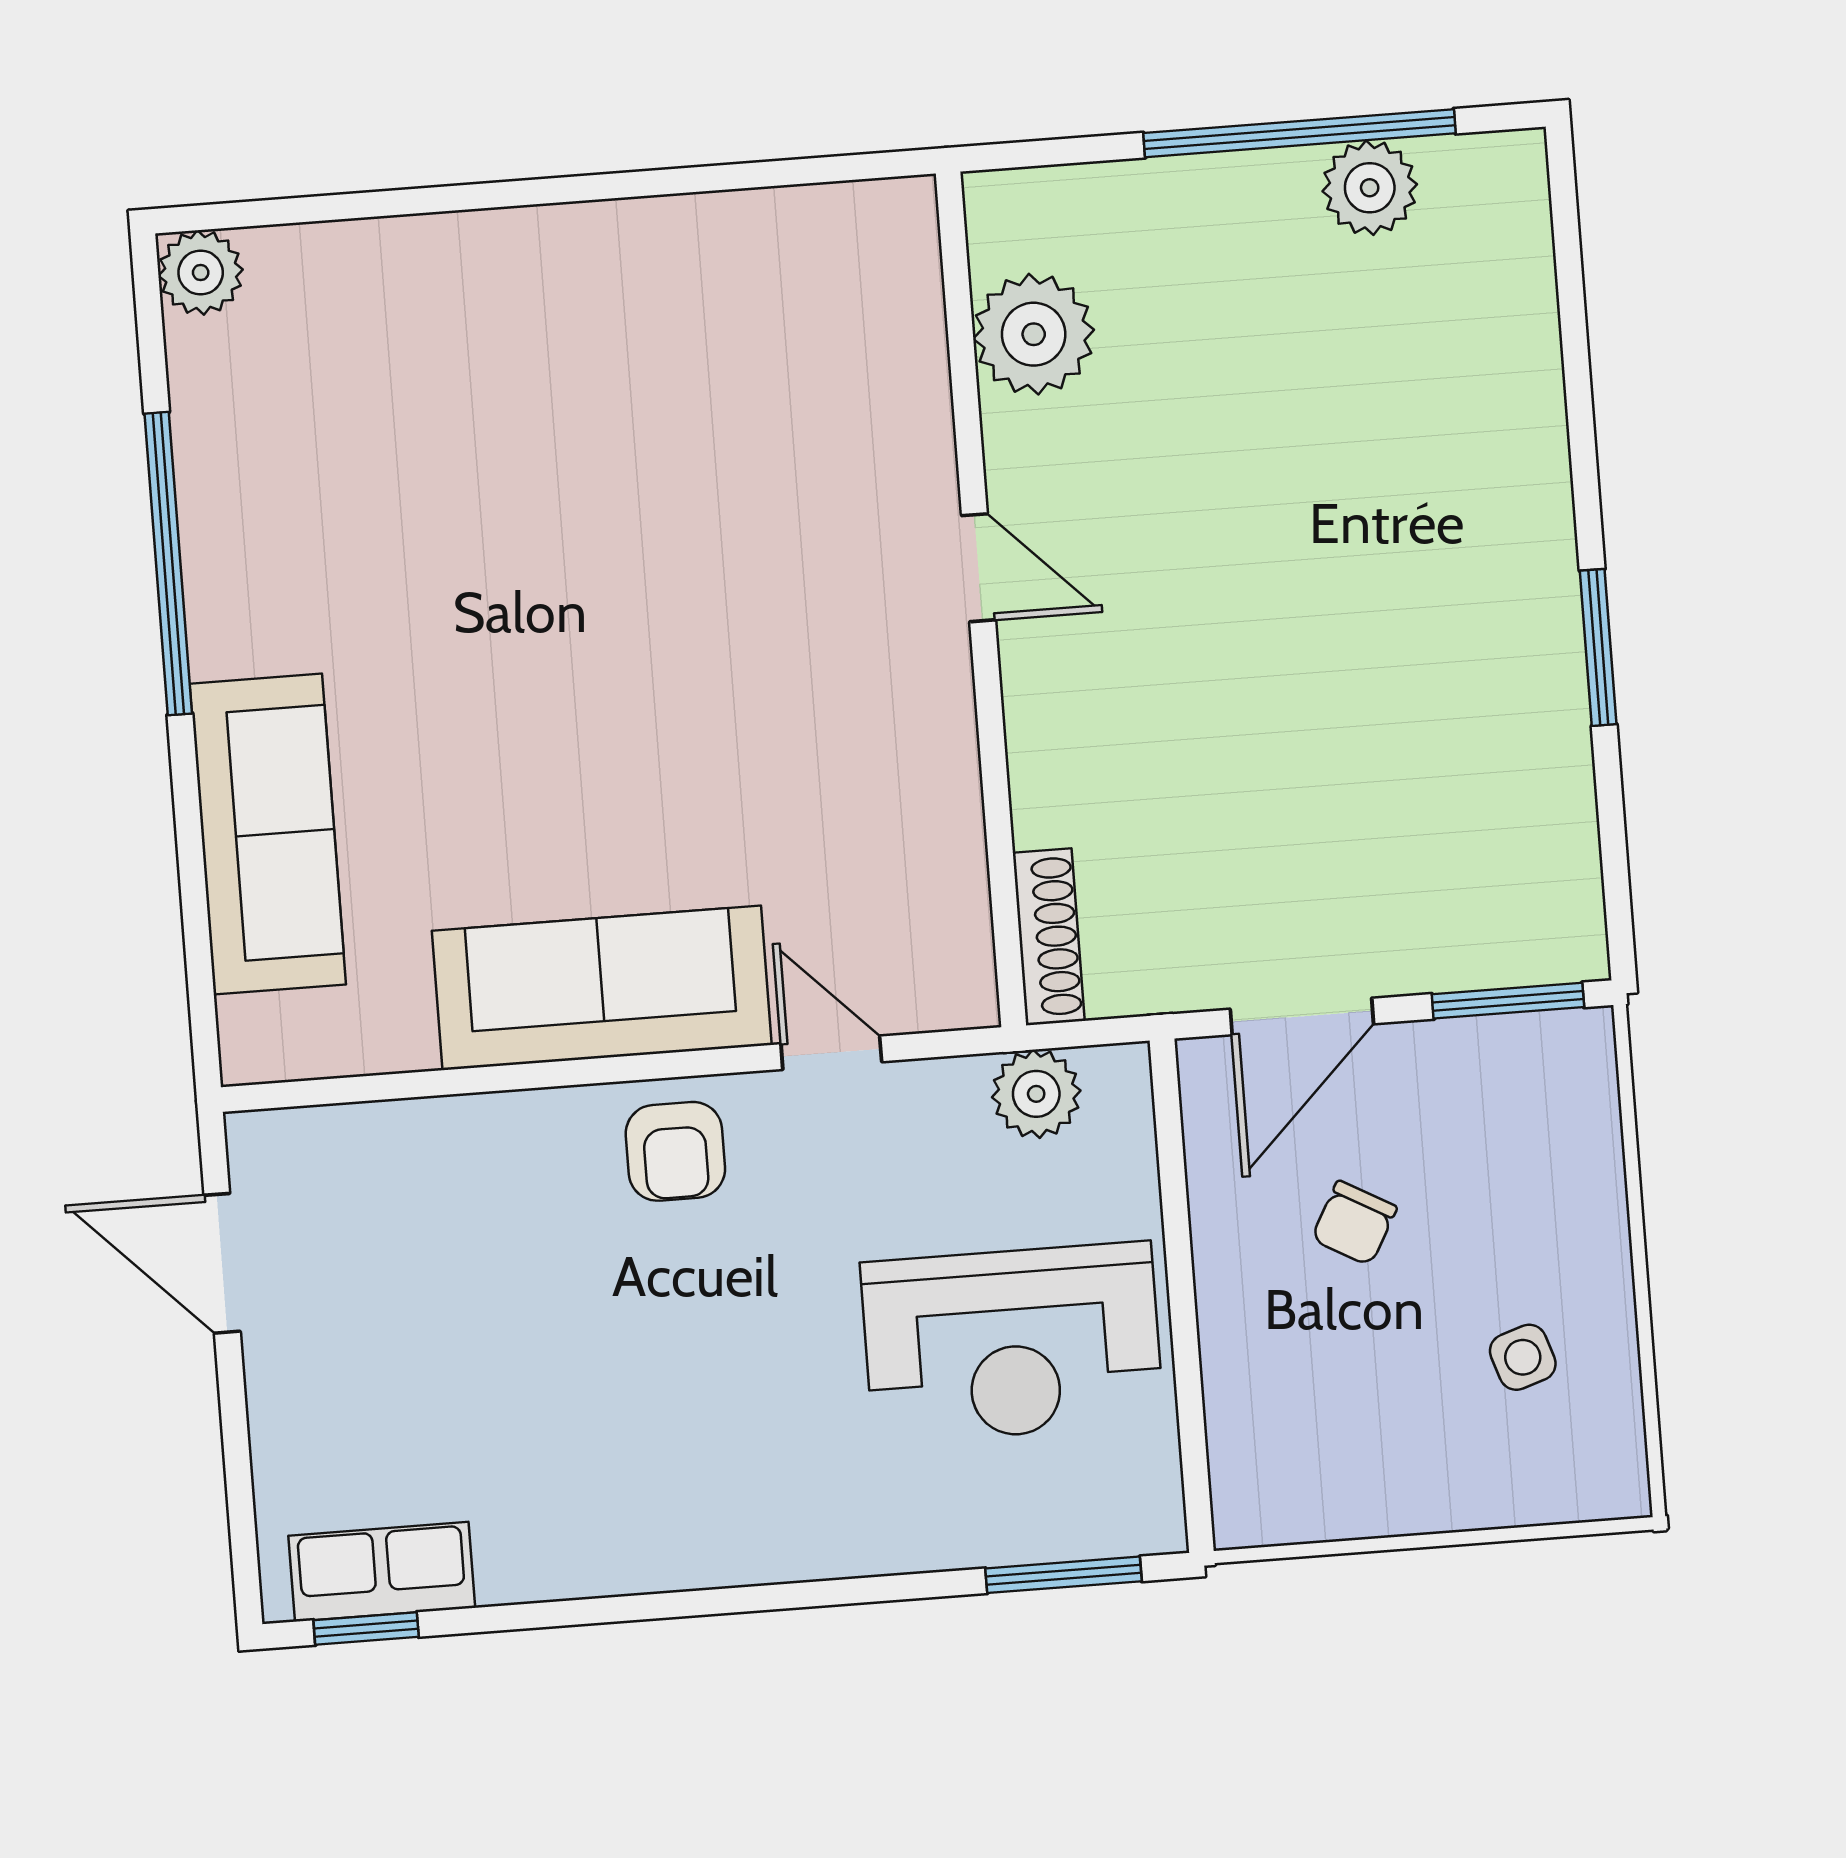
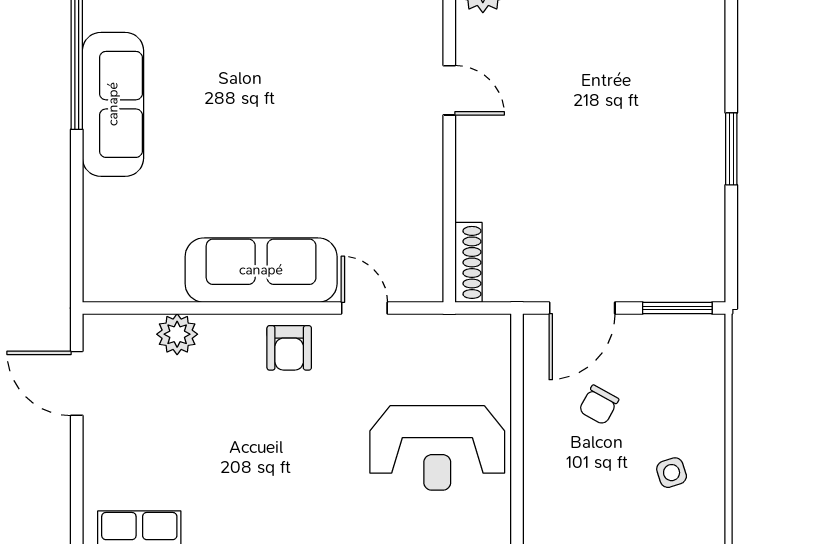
sofa: (268, 834) -> (113, 104), moved
plant: (1036, 1094) -> (177, 334), moved

